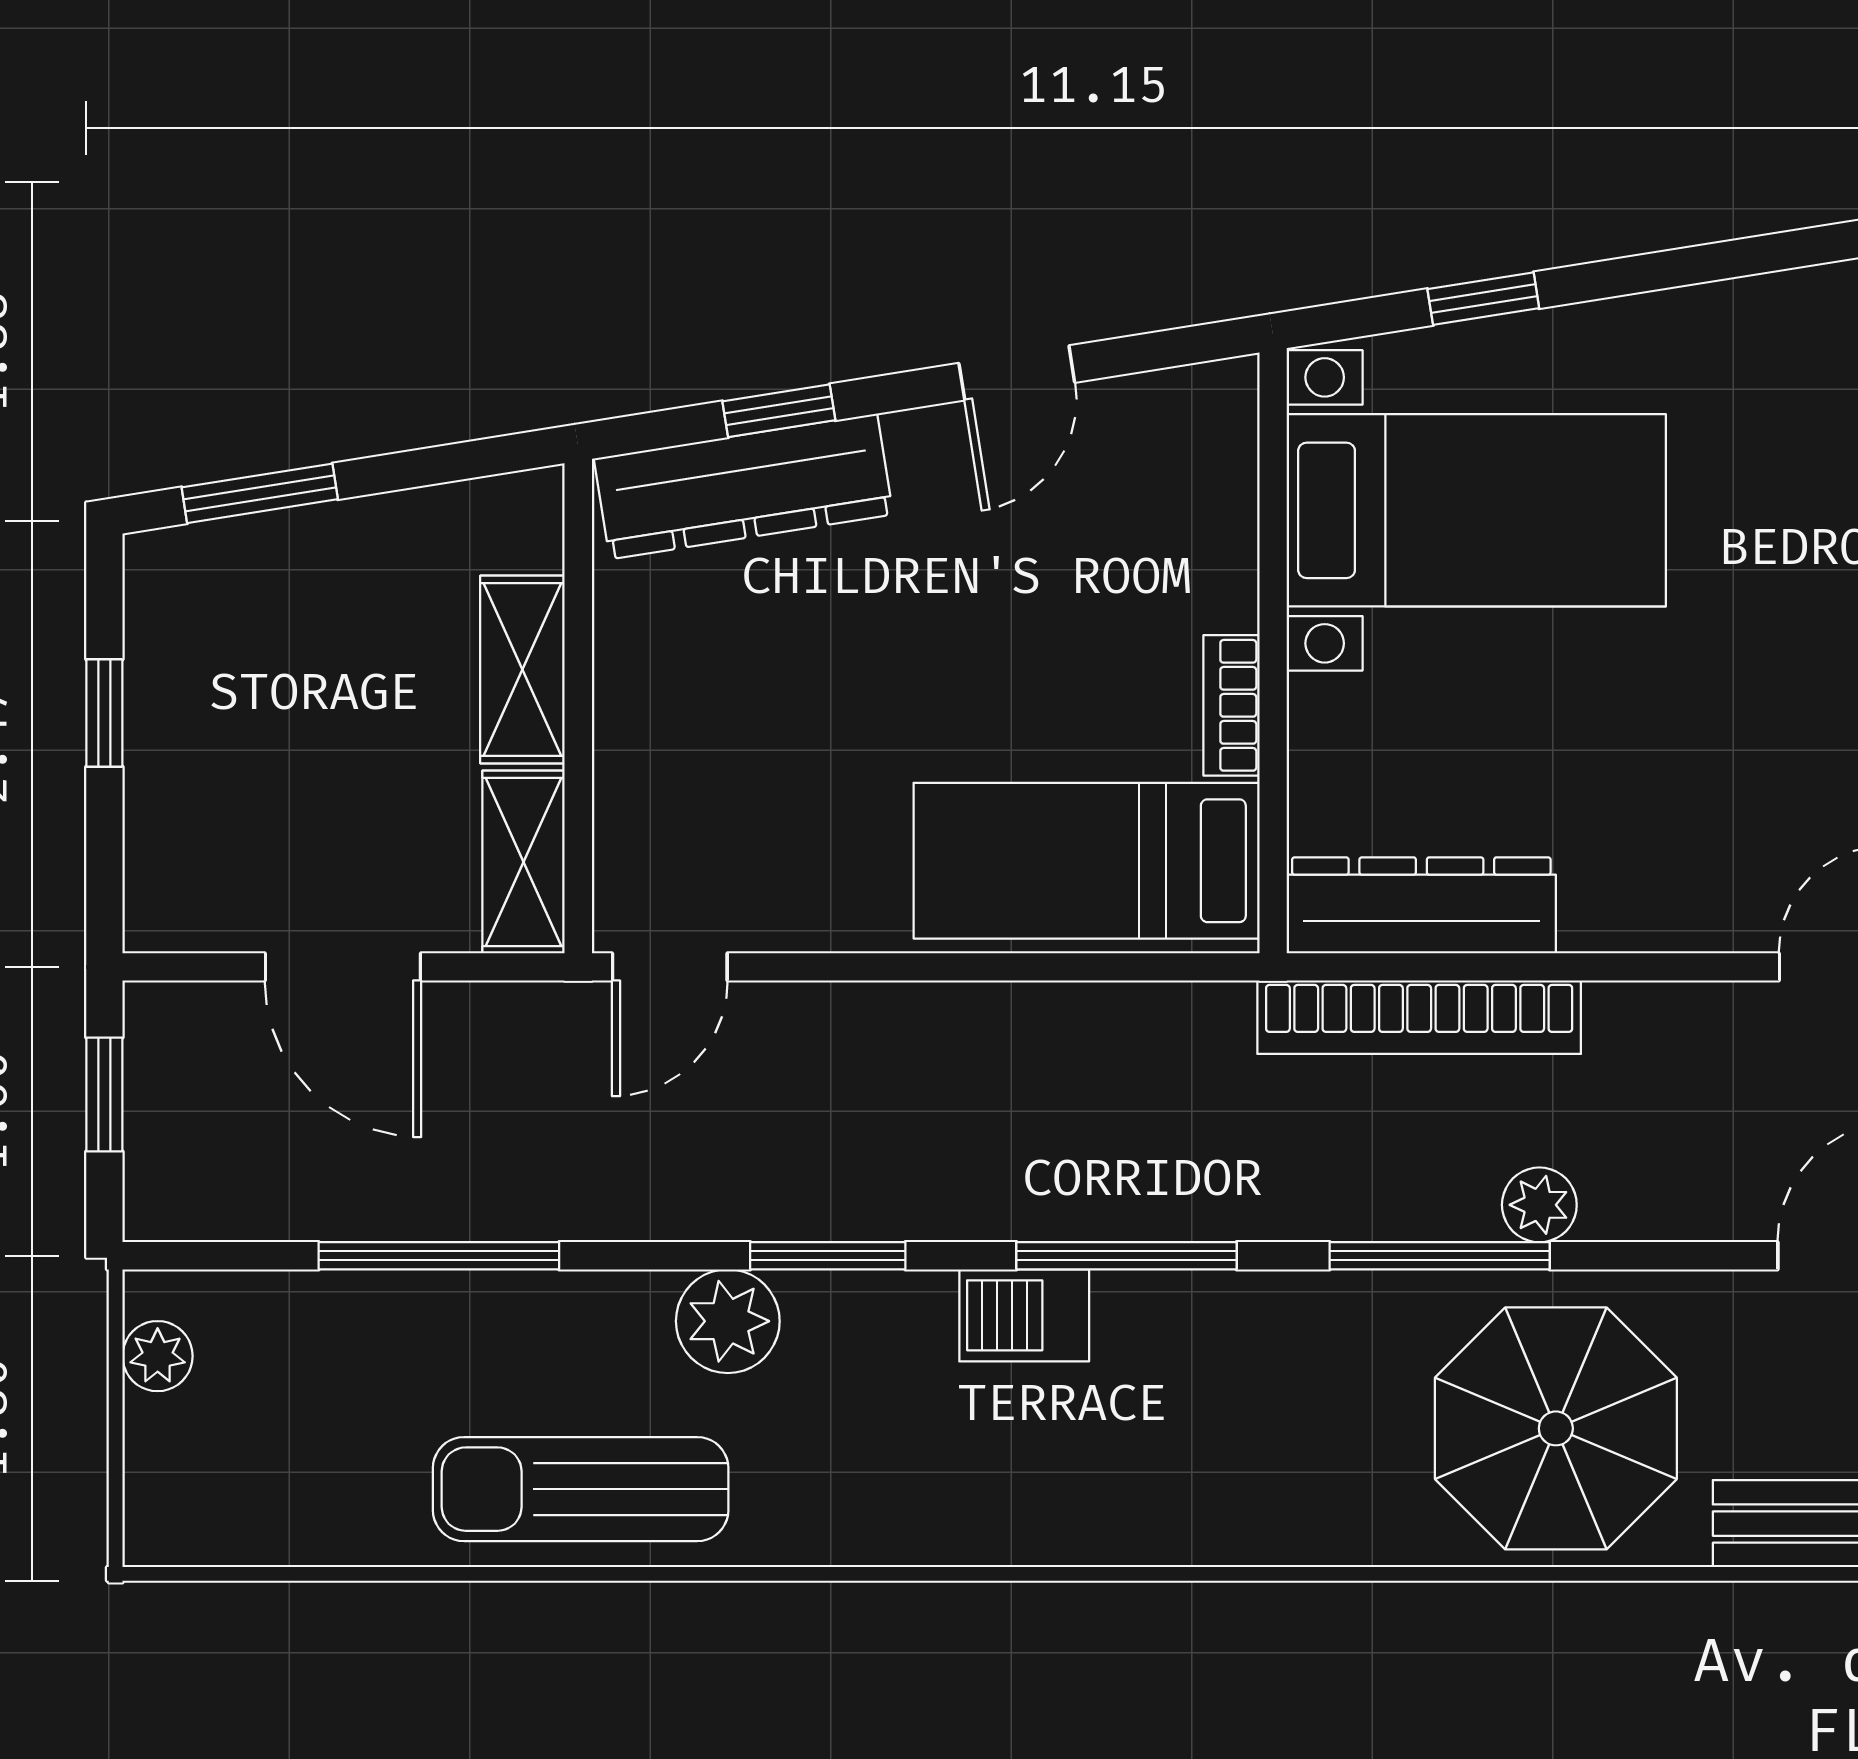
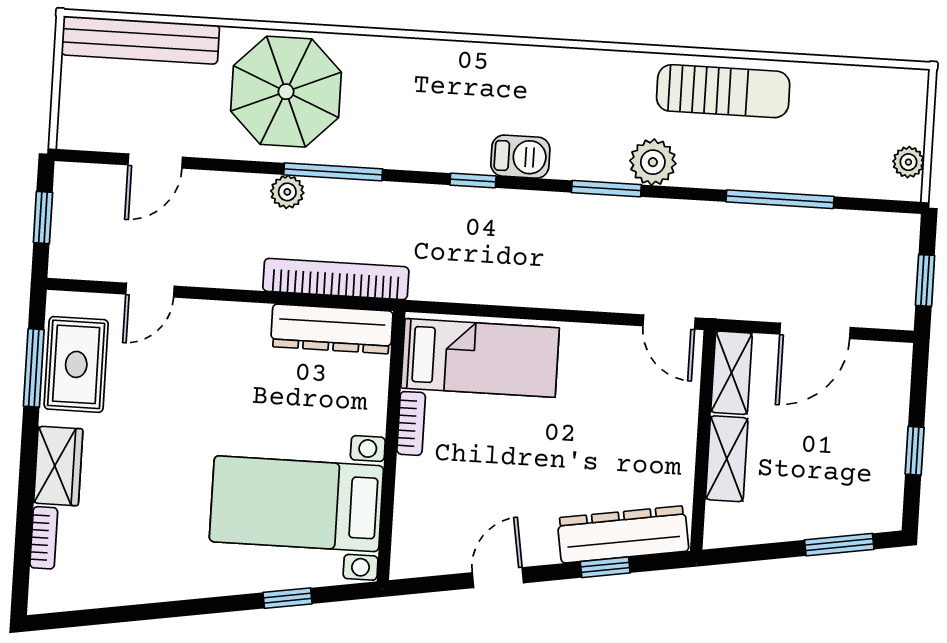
door: (343, 967) -> (815, 331), swing flipped
door: (670, 967) -> (669, 322), swing flipped
window: (1127, 1256) -> (473, 180), width x0.46

